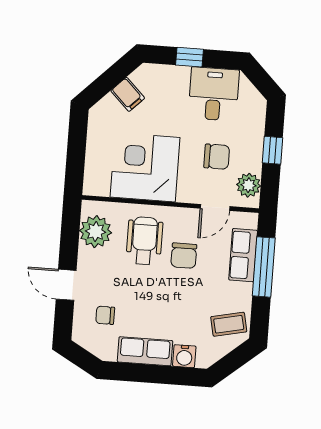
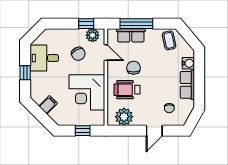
window: (273, 150) -> (86, 24), moved
window: (76, 154) -> (83, 131), added
chair: (217, 157) -> (78, 54), turned 151
chair: (184, 256) -> (134, 68), turned -90

